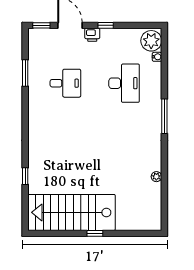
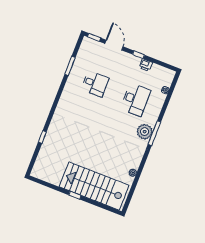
printer: (92, 35) -> (146, 65), moved
plant: (151, 41) -> (145, 132), moved
stairs: (71, 212) -> (94, 186), moved

